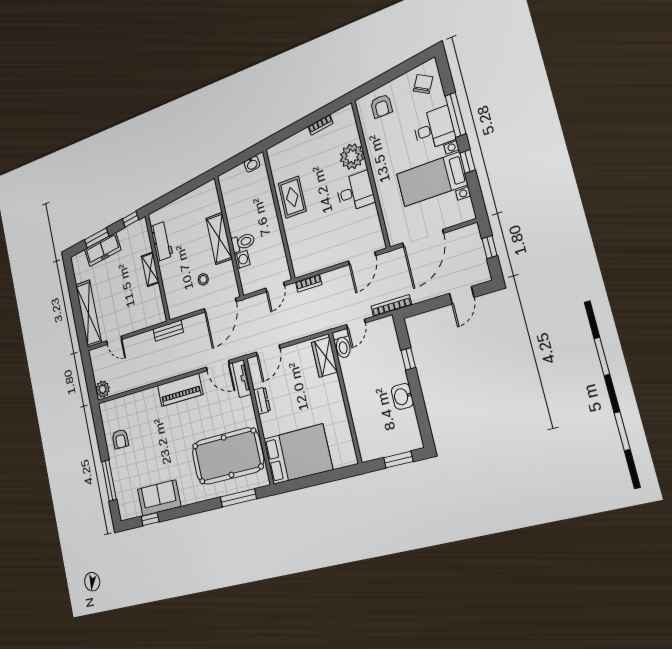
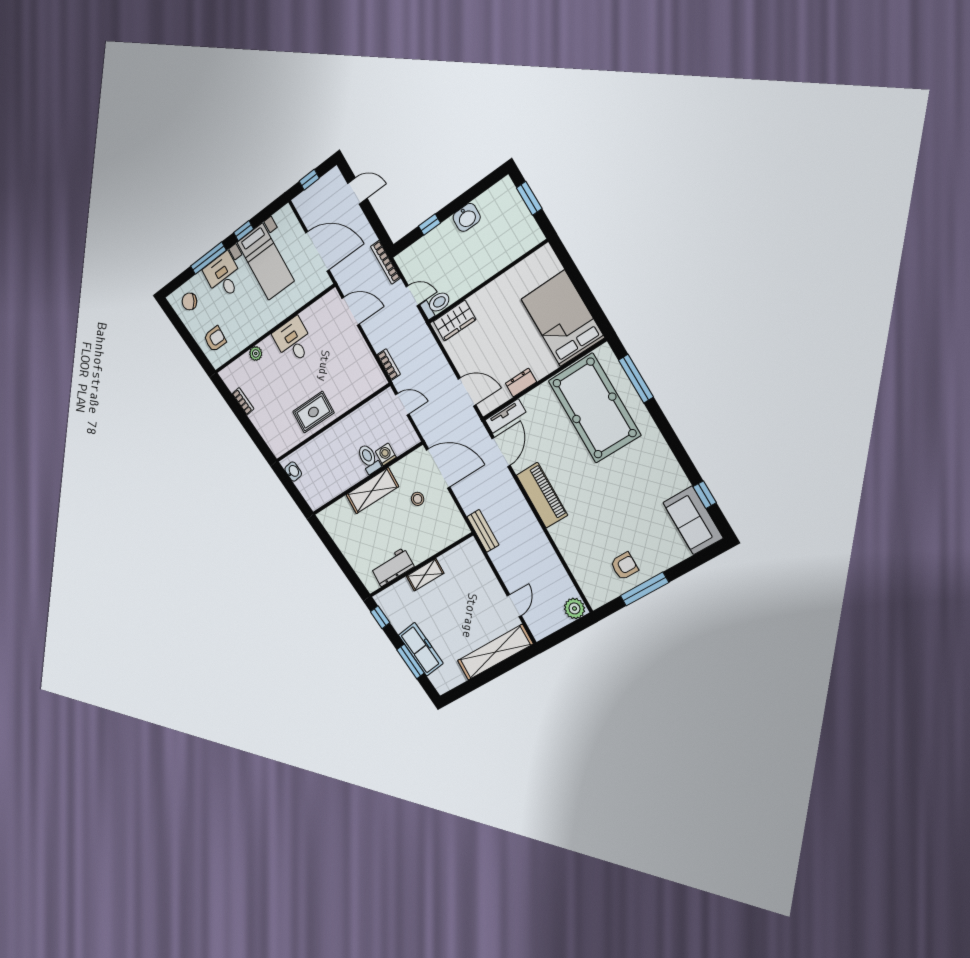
plant: (352, 156) -> (256, 353), width x0.53, depth x0.53
window: (109, 480) -> (644, 589), moved
sofa: (159, 498) -> (693, 520), moved

